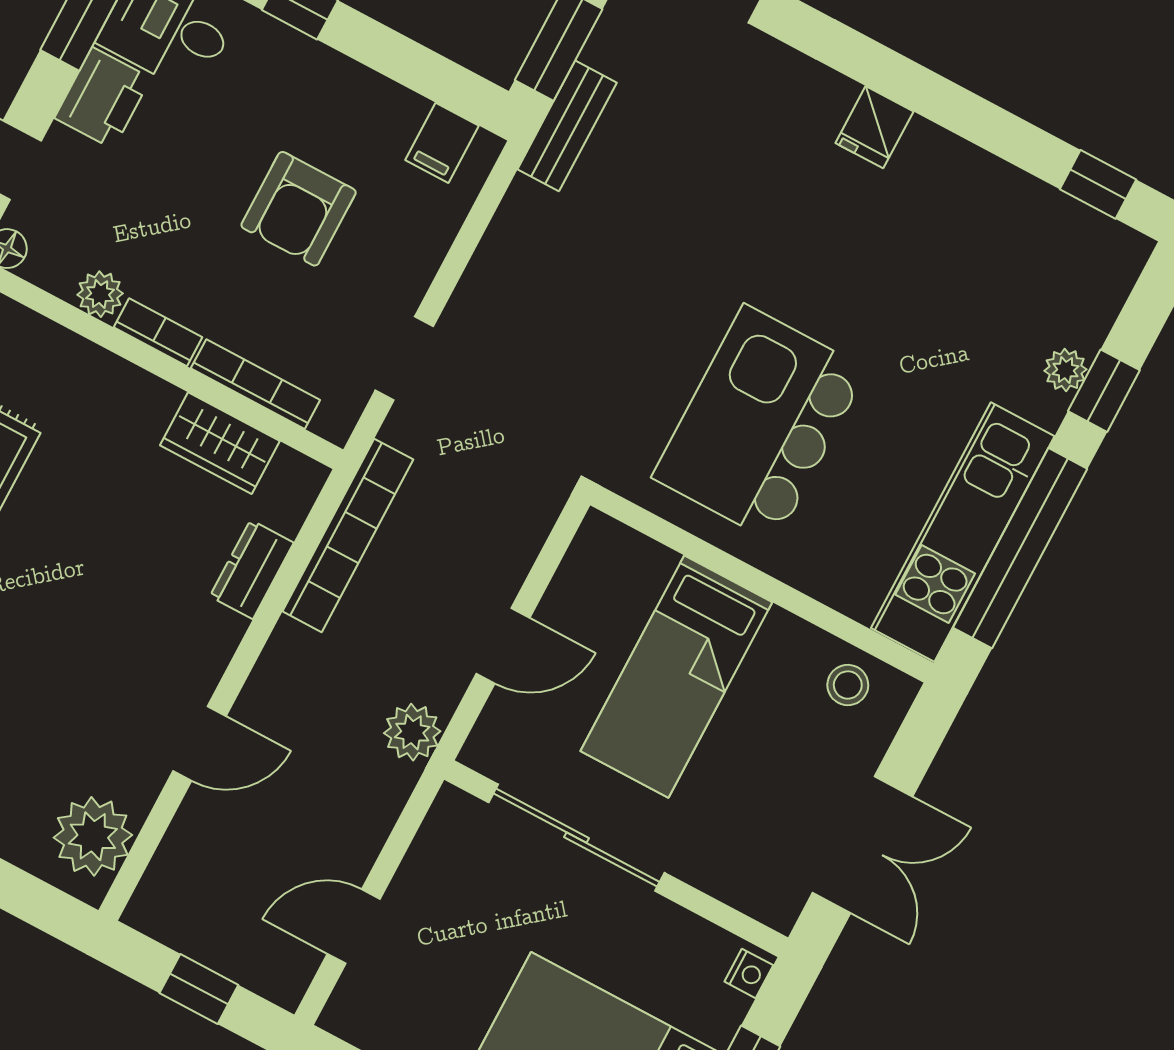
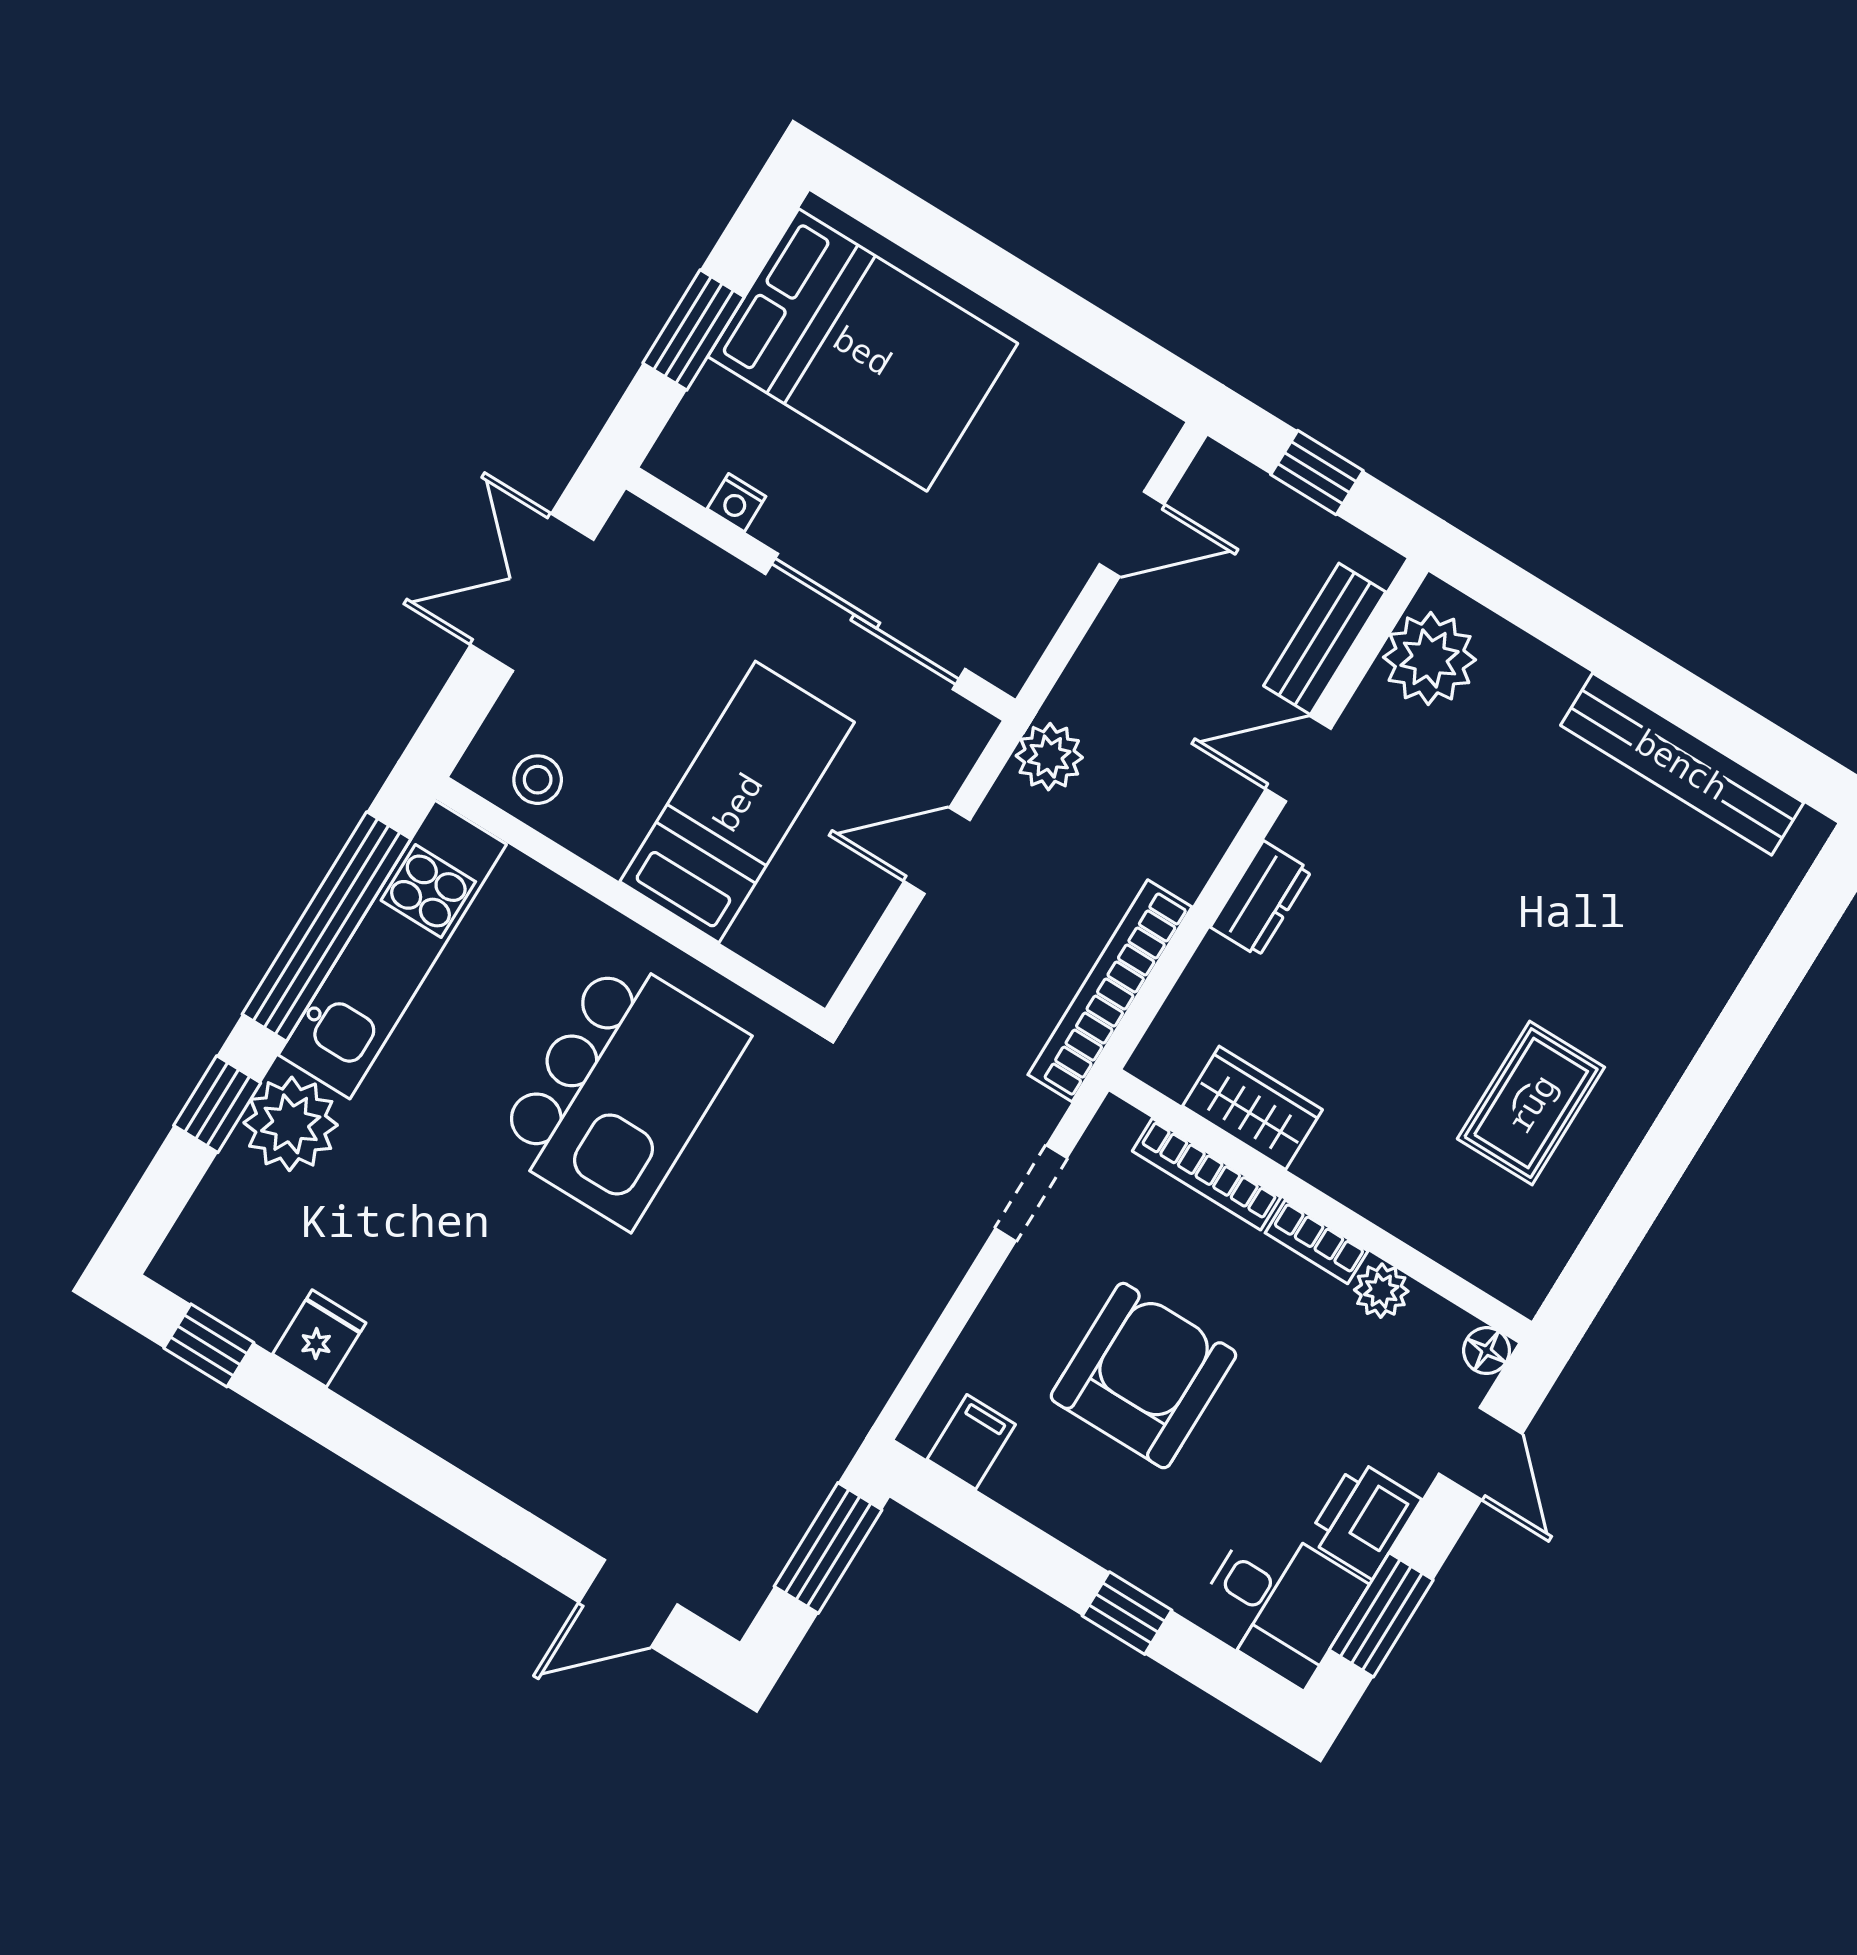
bench: (567, 126) -> (1325, 639), moved
fridge: (874, 127) -> (319, 1338), moved
armchair: (299, 209) -> (1143, 1376), width x1.36, depth x1.36
plant: (1065, 370) -> (291, 1124), width x1.87, depth x1.87
dresser: (252, 569) -> (1261, 899), moved
nightstand: (749, 973) -> (736, 503), moved, turned -90

